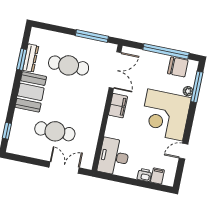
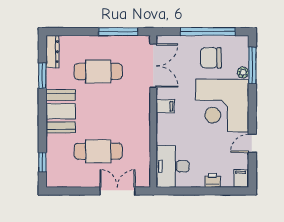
dresser: (31, 58) -> (52, 52), moved
chair: (178, 67) -> (211, 58), moved, turned 180
filing cabinet: (118, 106) -> (165, 106), width x0.50
filing cabinet: (157, 176) -> (241, 178), moved

